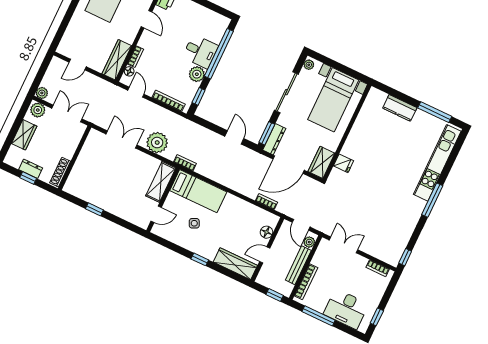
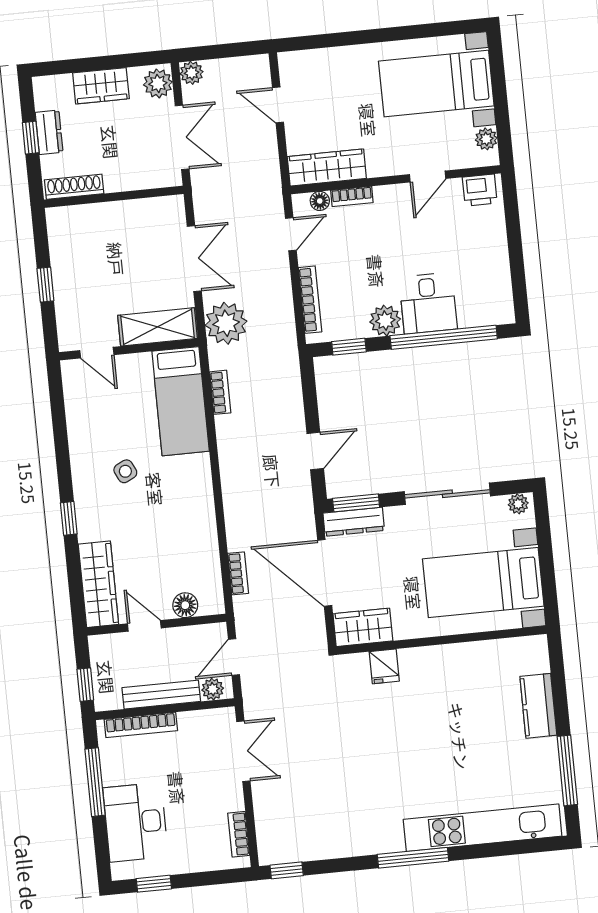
shelving: (161, 182) -> (158, 327), moved
bed: (198, 191) -> (181, 401), moved
wall: (163, 200) -> (129, 349), moved
door: (156, 214) -> (97, 353), moved

